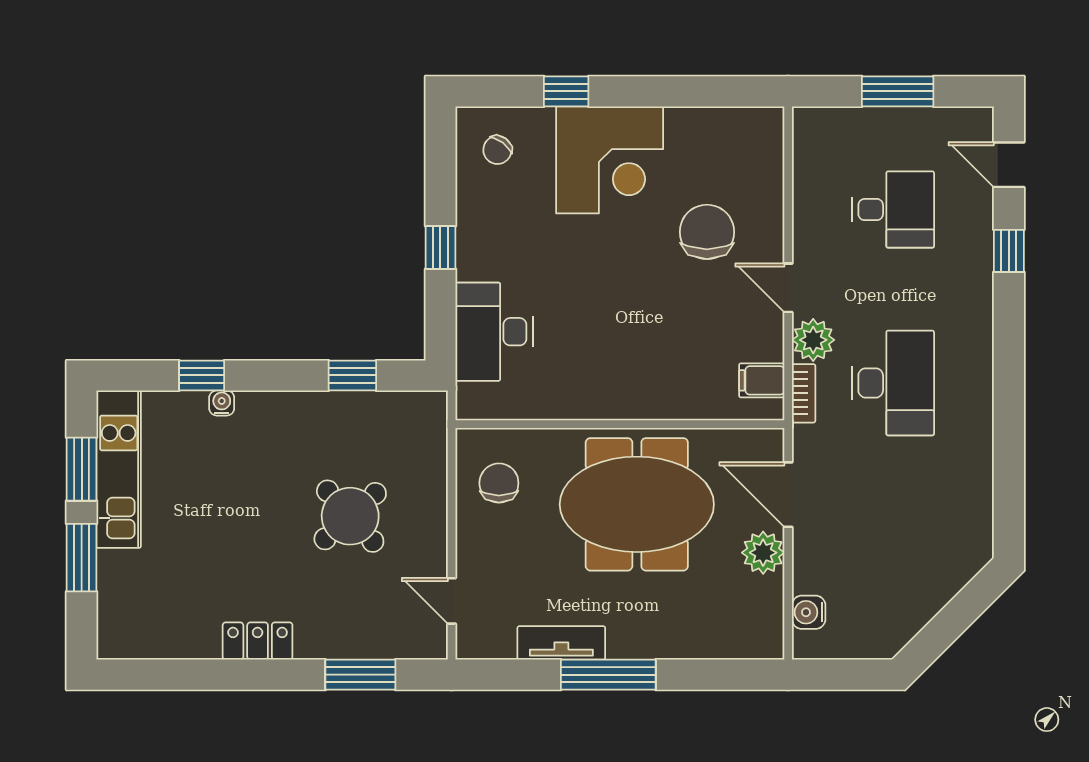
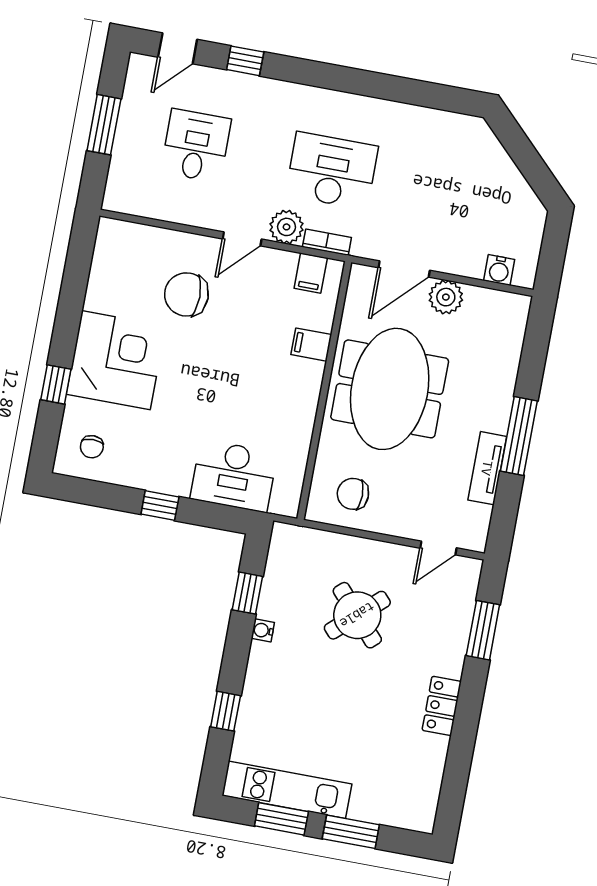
chair: (497, 150) -> (92, 447), turned 53
filing cabinet: (674, 398) -> (311, 345), added
water cooler: (222, 403) -> (263, 630), moved

